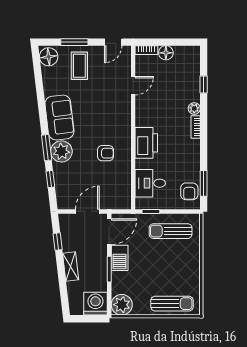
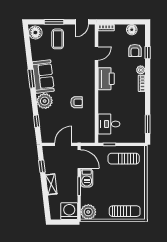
floor lamp: (166, 53) -> (132, 30), moved
printer: (146, 143) -> (106, 79), moved
window: (47, 148) -> (32, 79), moved
armchair: (189, 191) -> (135, 51), moved
door: (109, 232) -> (79, 159), hinge flipped

